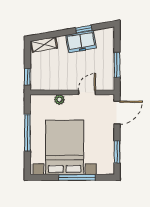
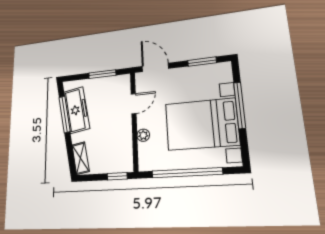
window: (84, 29) -> (64, 114), width x2.17
freezer: (81, 42) -> (77, 110), width x1.40
door: (87, 92) -> (134, 104), swing flipped
window: (27, 133) -> (187, 173), width x1.46

